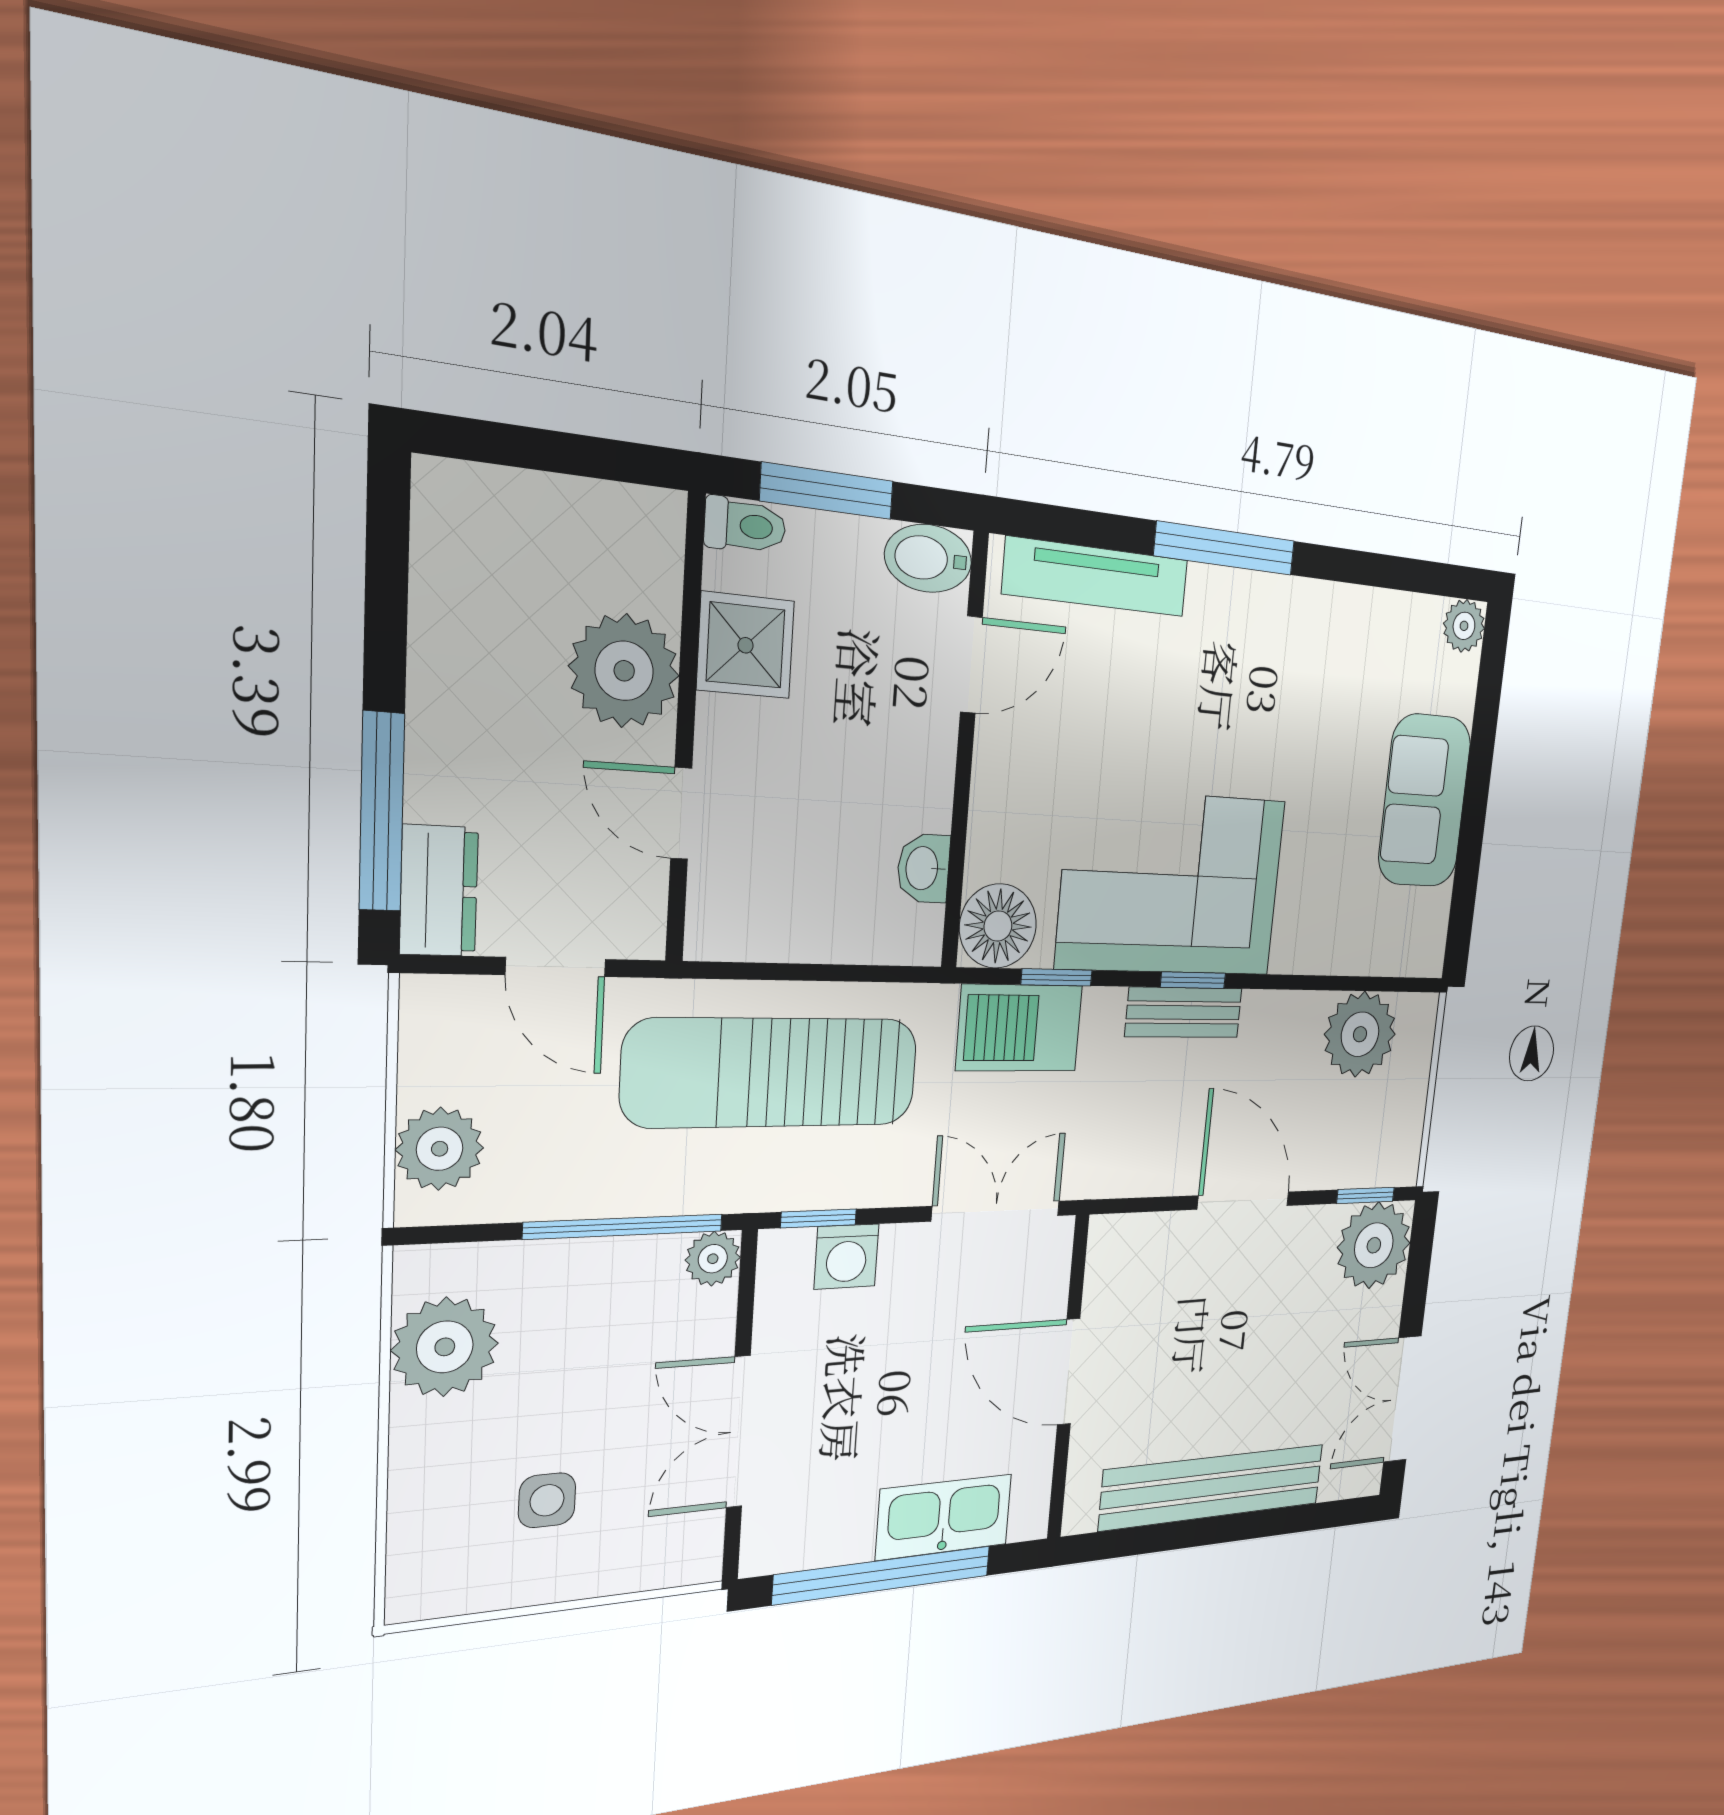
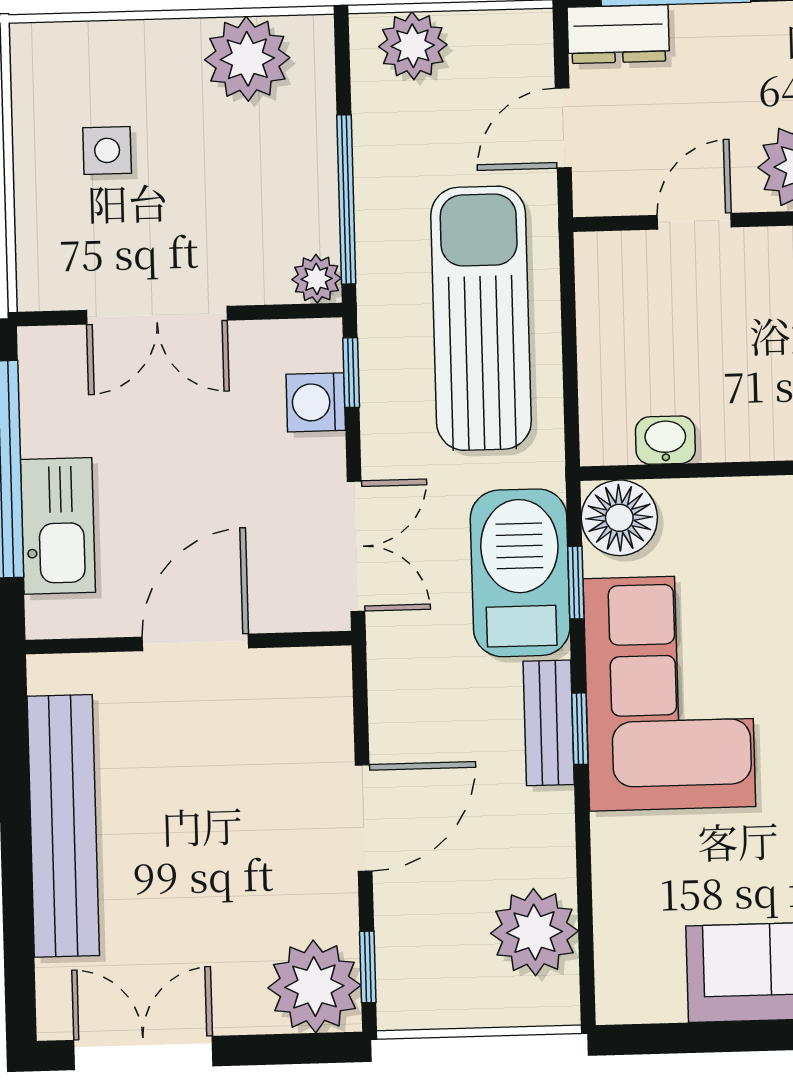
barbecue: (1019, 1028) -> (520, 573), width x1.37, depth x1.21
double door: (738, 1432) -> (157, 315), swing flipped

